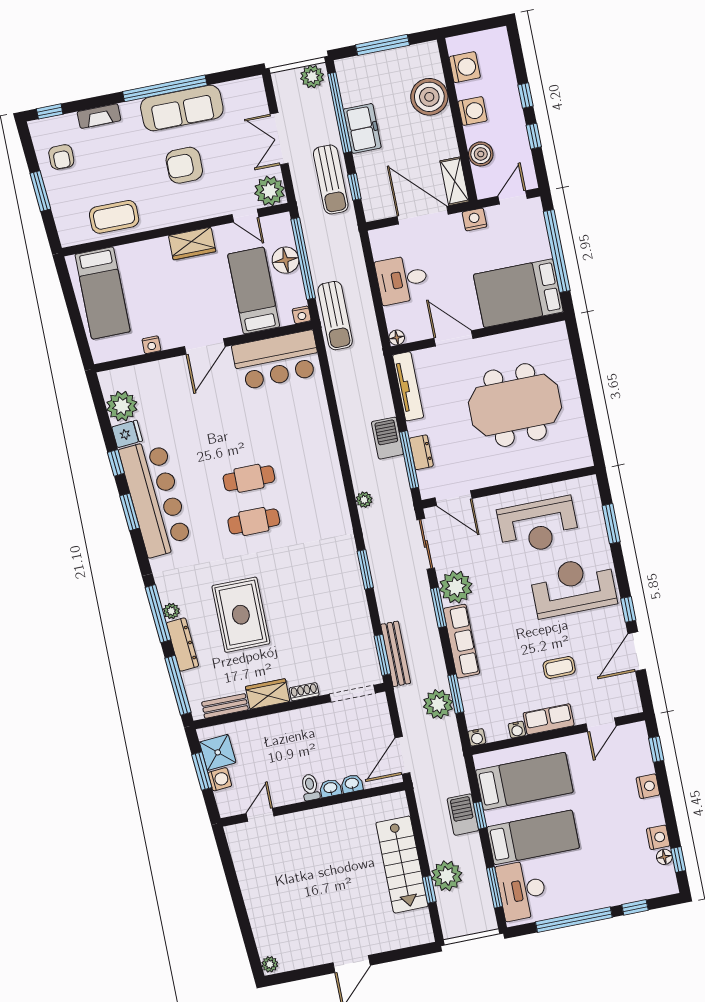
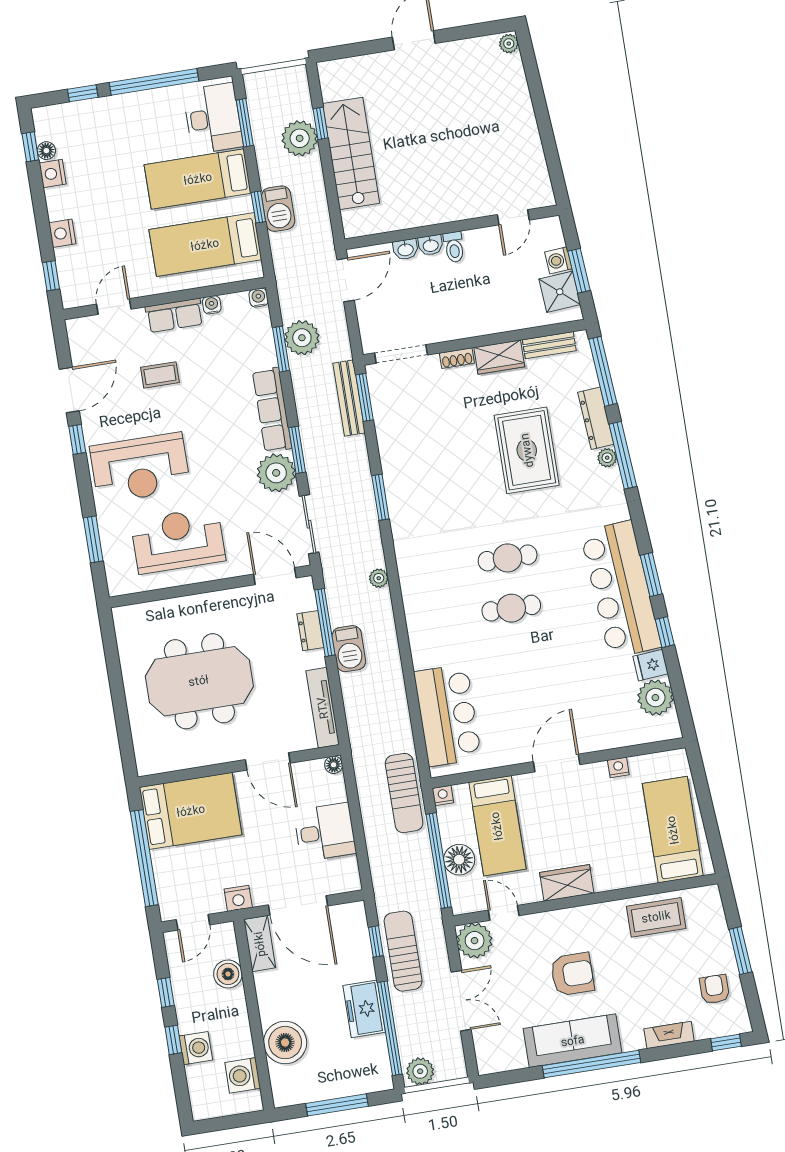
washing machine: (473, 111) -> (196, 1048), moved, turned 180
sun lounger: (335, 316) -> (404, 793), turned 180
bar counter: (277, 360) -> (448, 715), moved, turned 90

